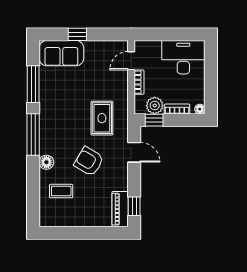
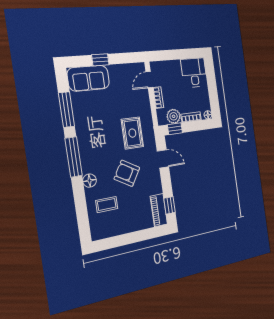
desk: (183, 57) -> (194, 73), width x0.73

